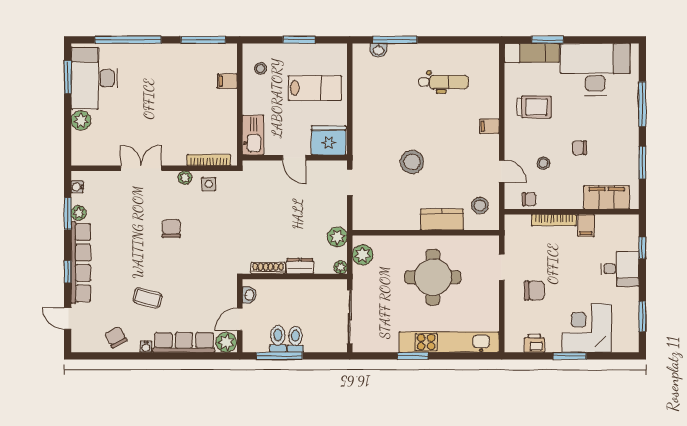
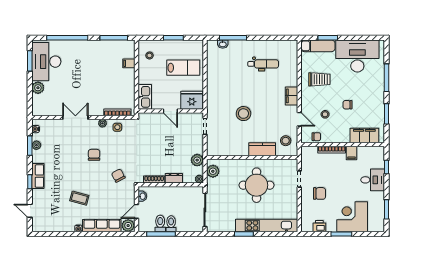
filing cabinet: (489, 126) -> (292, 96), width x2.00
row of seats: (81, 263) -> (38, 176), width x0.50
chair: (116, 337) -> (118, 176), moved

